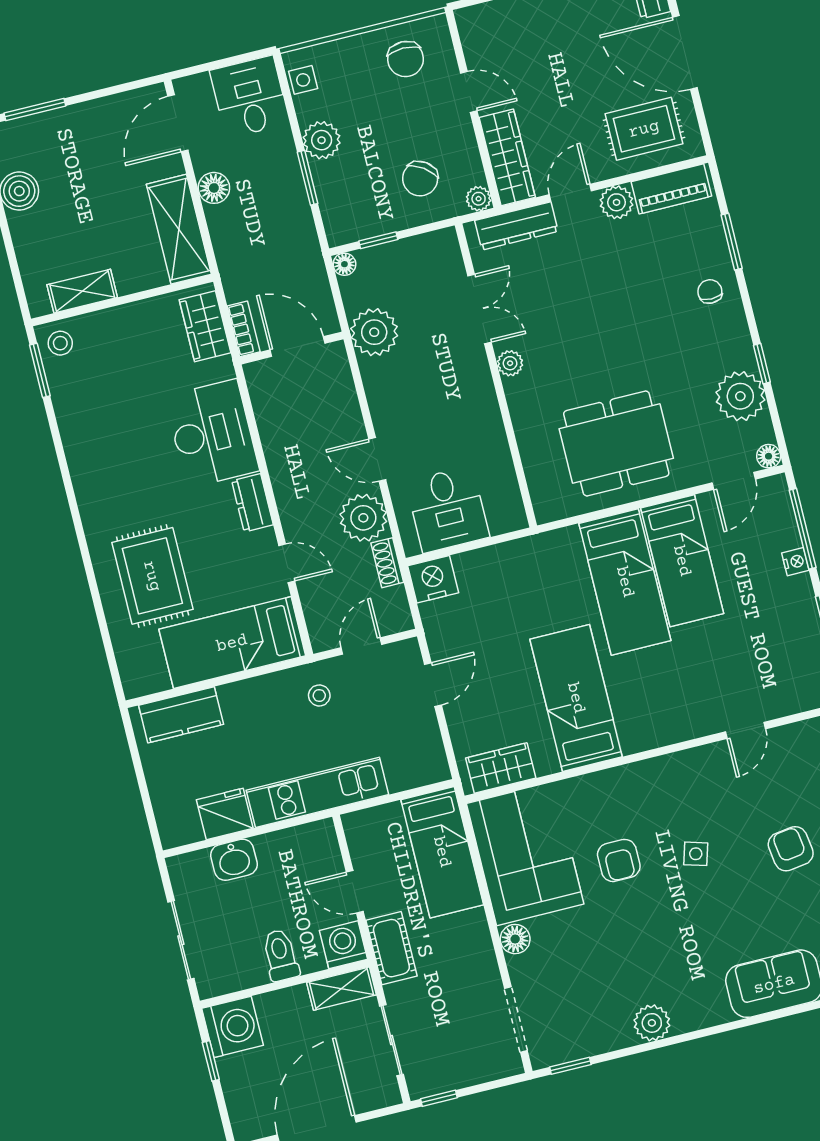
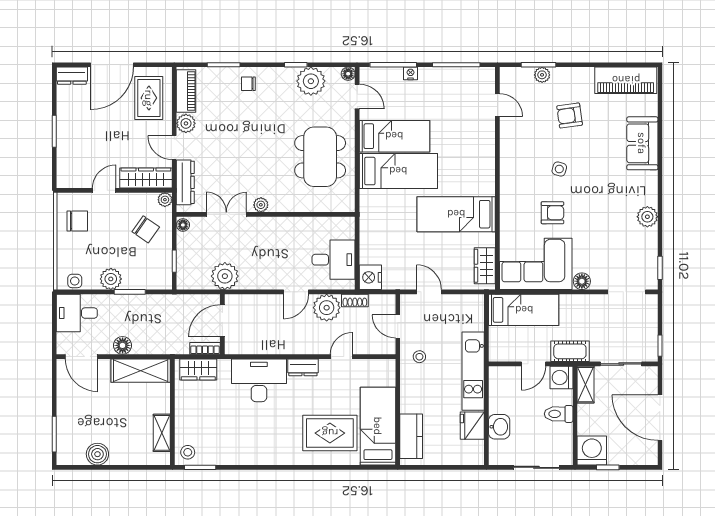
floor lamp: (344, 264) -> (183, 225), moved
bed: (232, 643) -> (378, 426), moved, turned 180
door: (745, 730) -> (497, 105), moved

